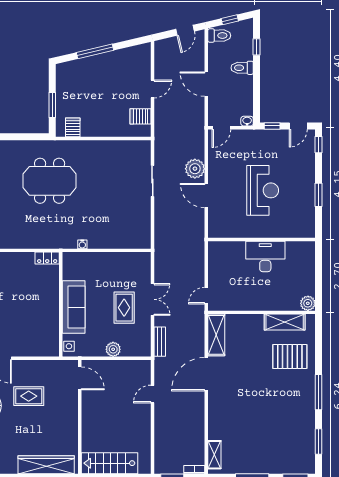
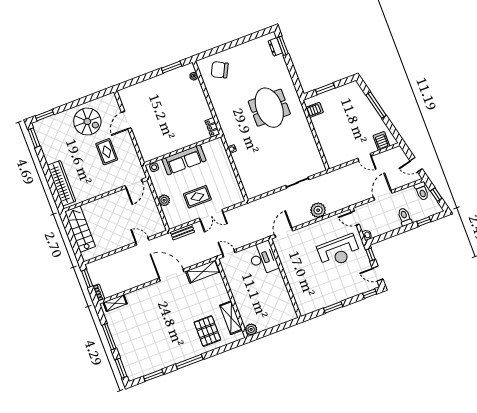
server rack: (140, 116) -> (381, 141), moved
reception desk: (263, 190) -> (339, 251), moved
door: (206, 196) -> (284, 233), moved
desk: (265, 257) -> (263, 258), moved

